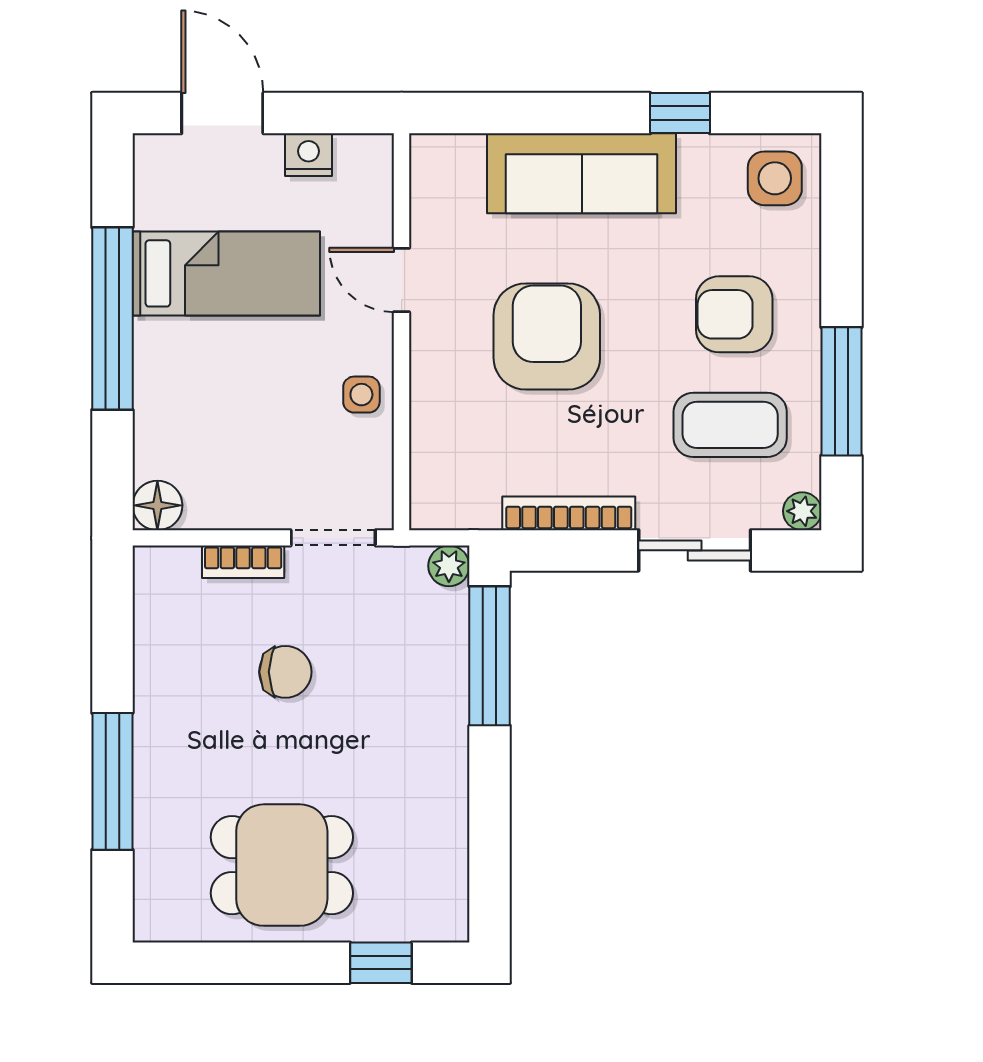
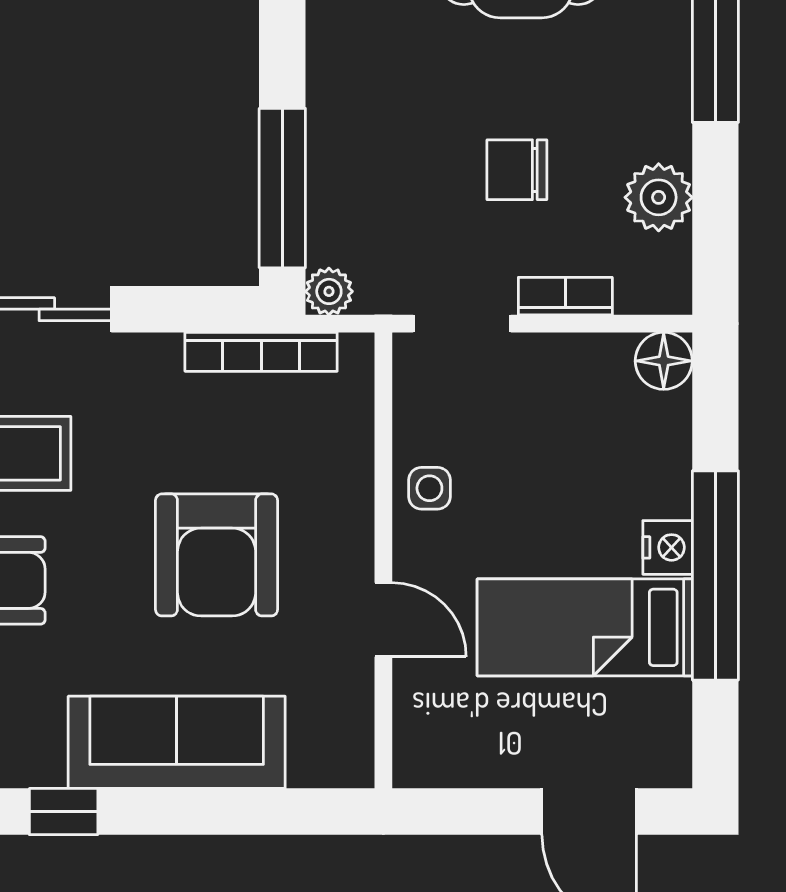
nightstand: (309, 155) -> (668, 547), moved, turned -90
bookcase: (569, 513) -> (261, 352), moved
plant: (162, 648) -> (659, 197), added

